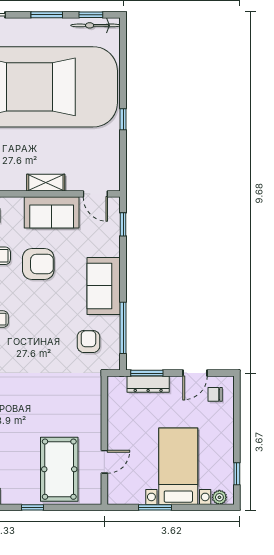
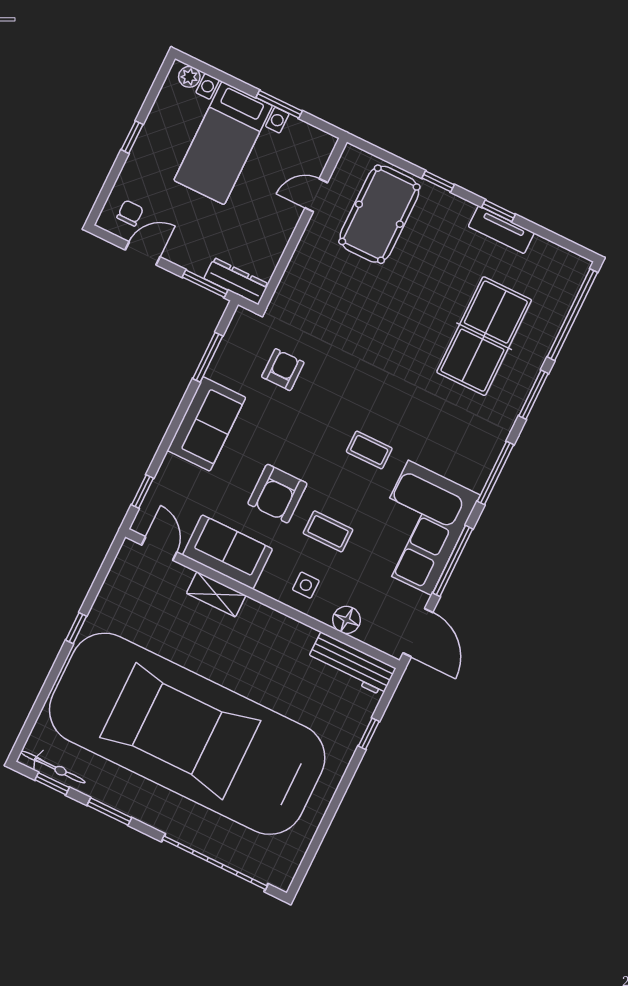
armchair: (38, 264) -> (277, 494), turned -90
window: (123, 328) -> (208, 357), width x0.69
armchair: (88, 341) -> (283, 370), moved, turned 180
dresser: (148, 384) -> (236, 281), moved
chair: (215, 394) -> (130, 213), turned -90
window: (237, 474) -> (132, 137), moved

